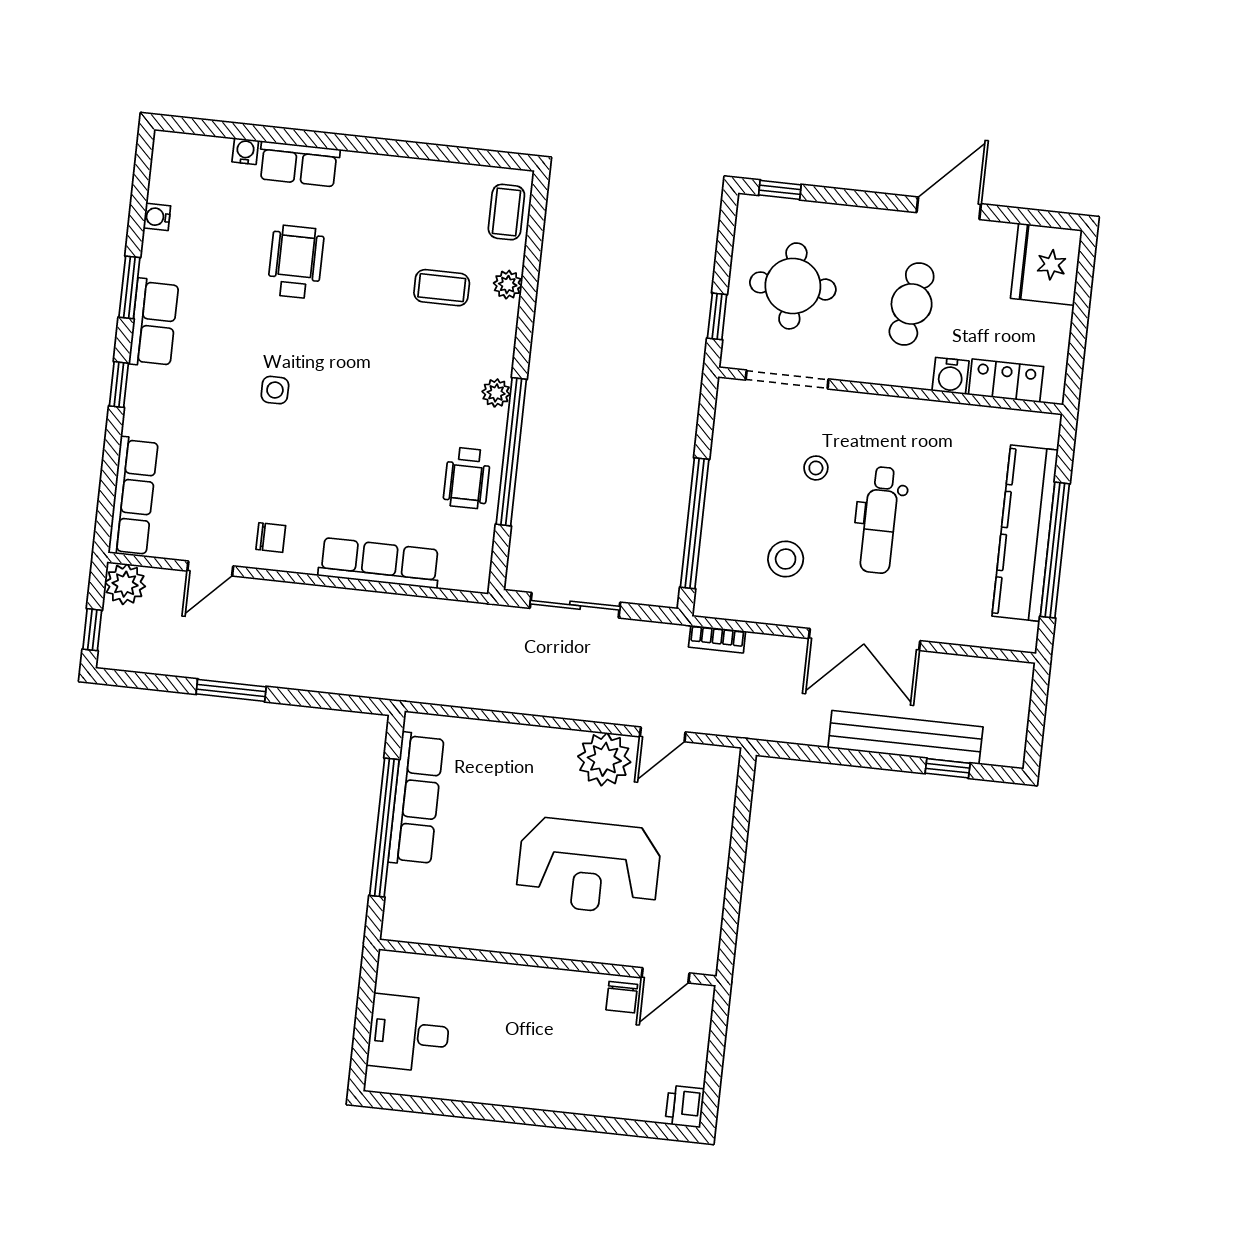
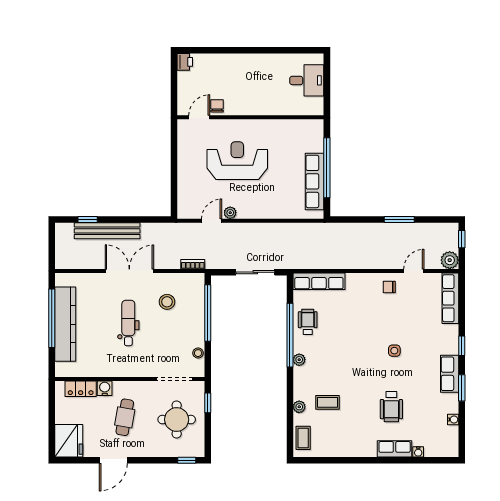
stool: (816, 468) -> (198, 353), moved
row of seats: (379, 563) -> (319, 281), moved
plant: (604, 759) -> (230, 213), width x0.53, depth x0.53

